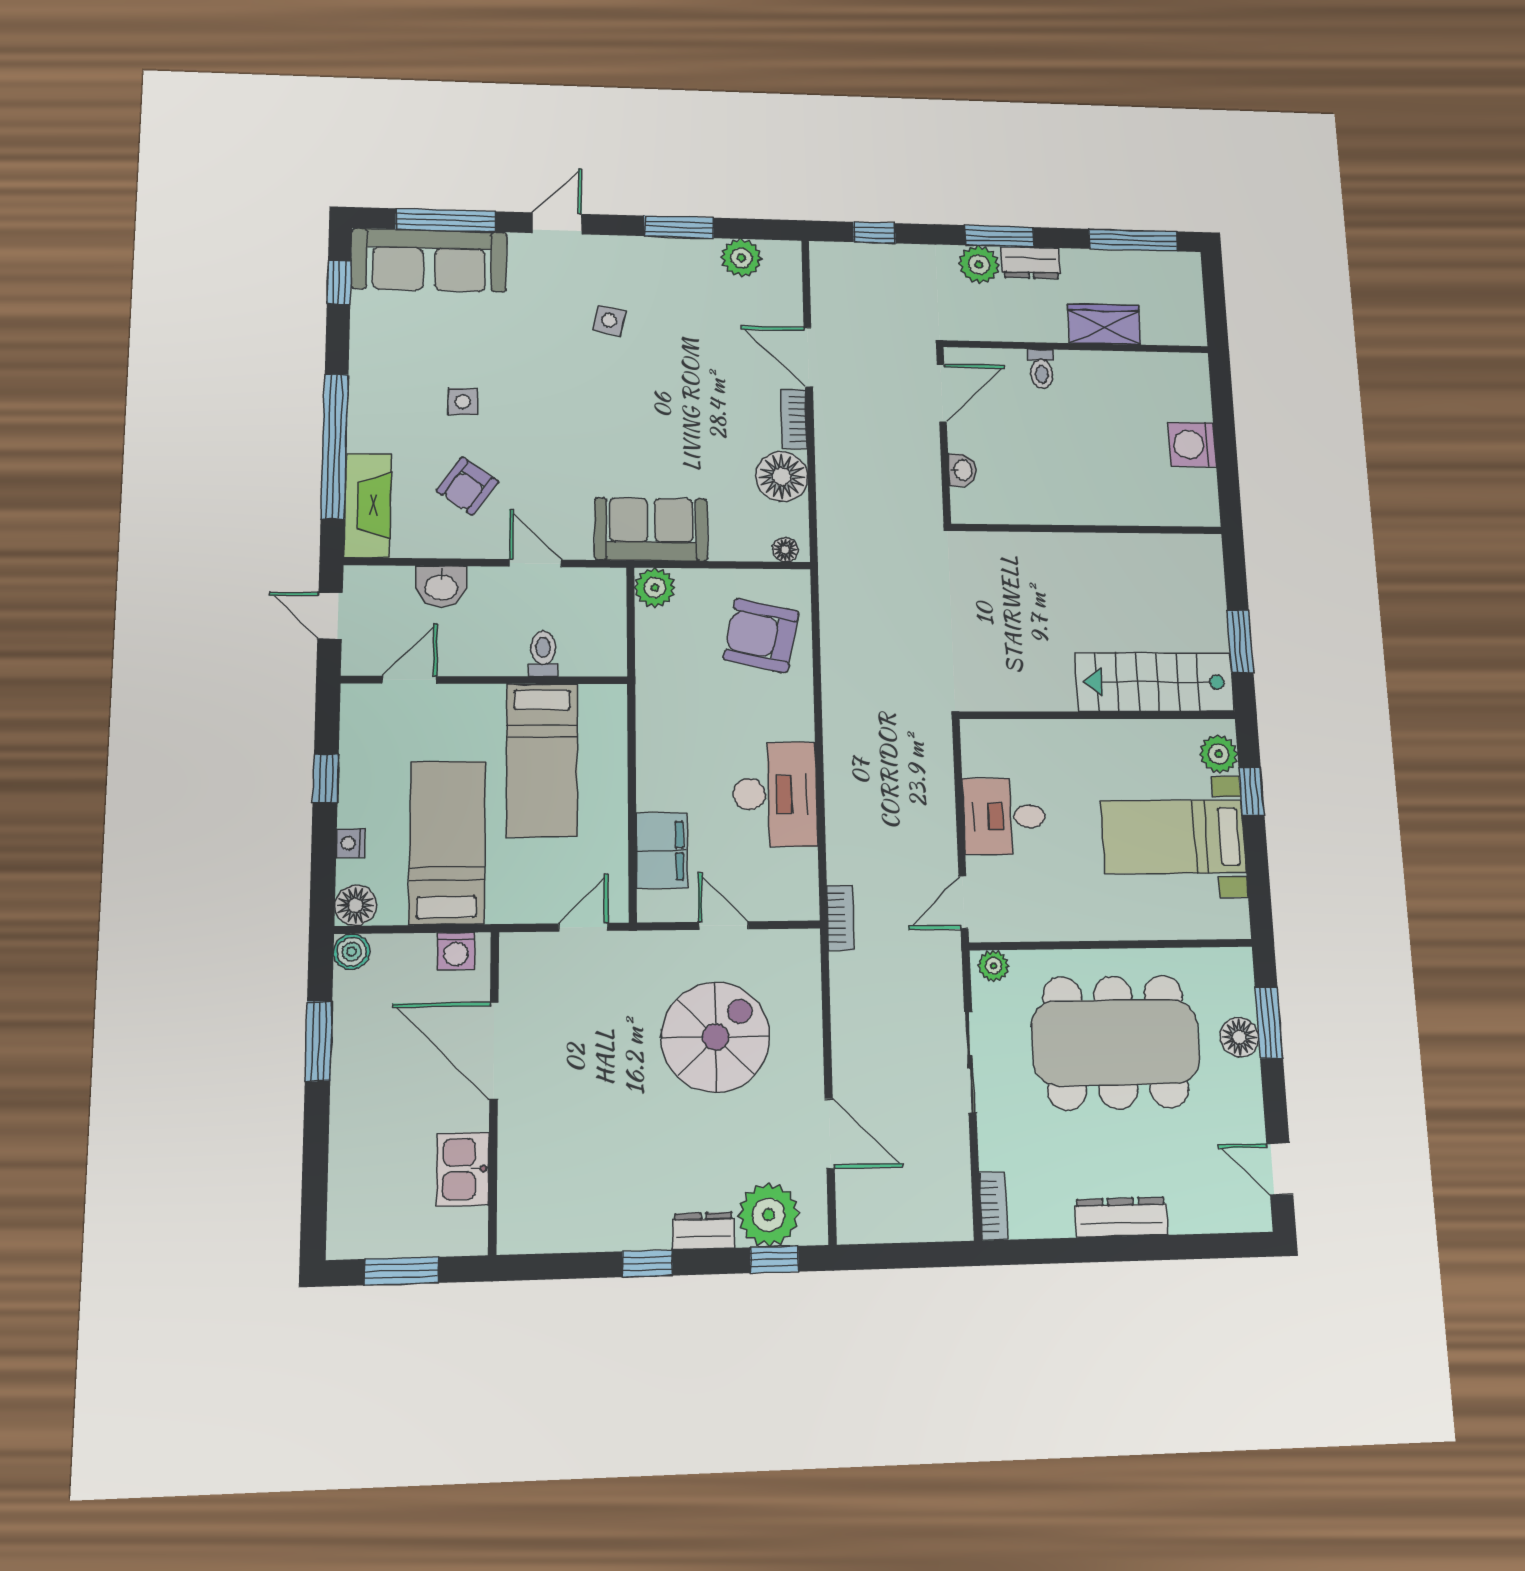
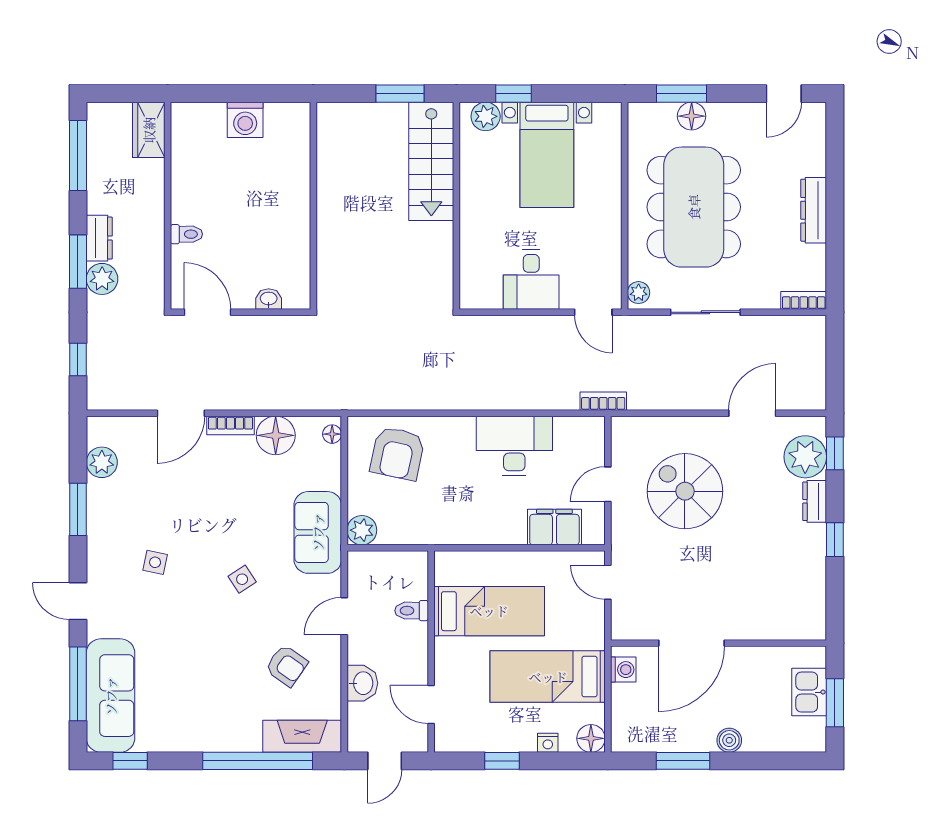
wardrobe: (1104, 324) -> (149, 130), moved
side table: (463, 402) -> (242, 579), moved, turned -33
boiler: (352, 952) -> (729, 740), moved
kitchen sink: (463, 1169) -> (809, 692), moved, turned 90

